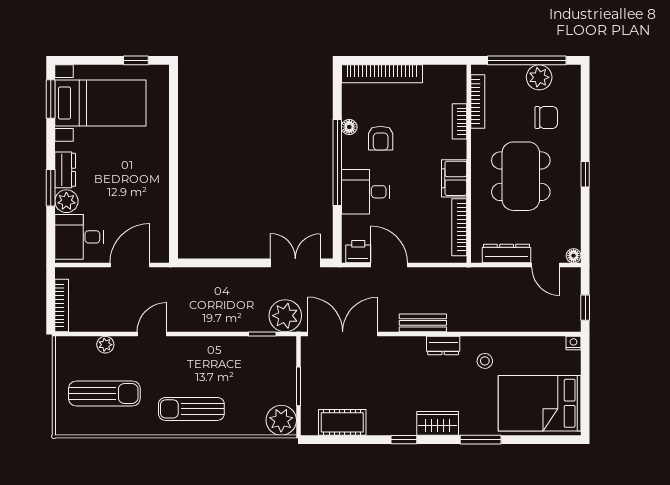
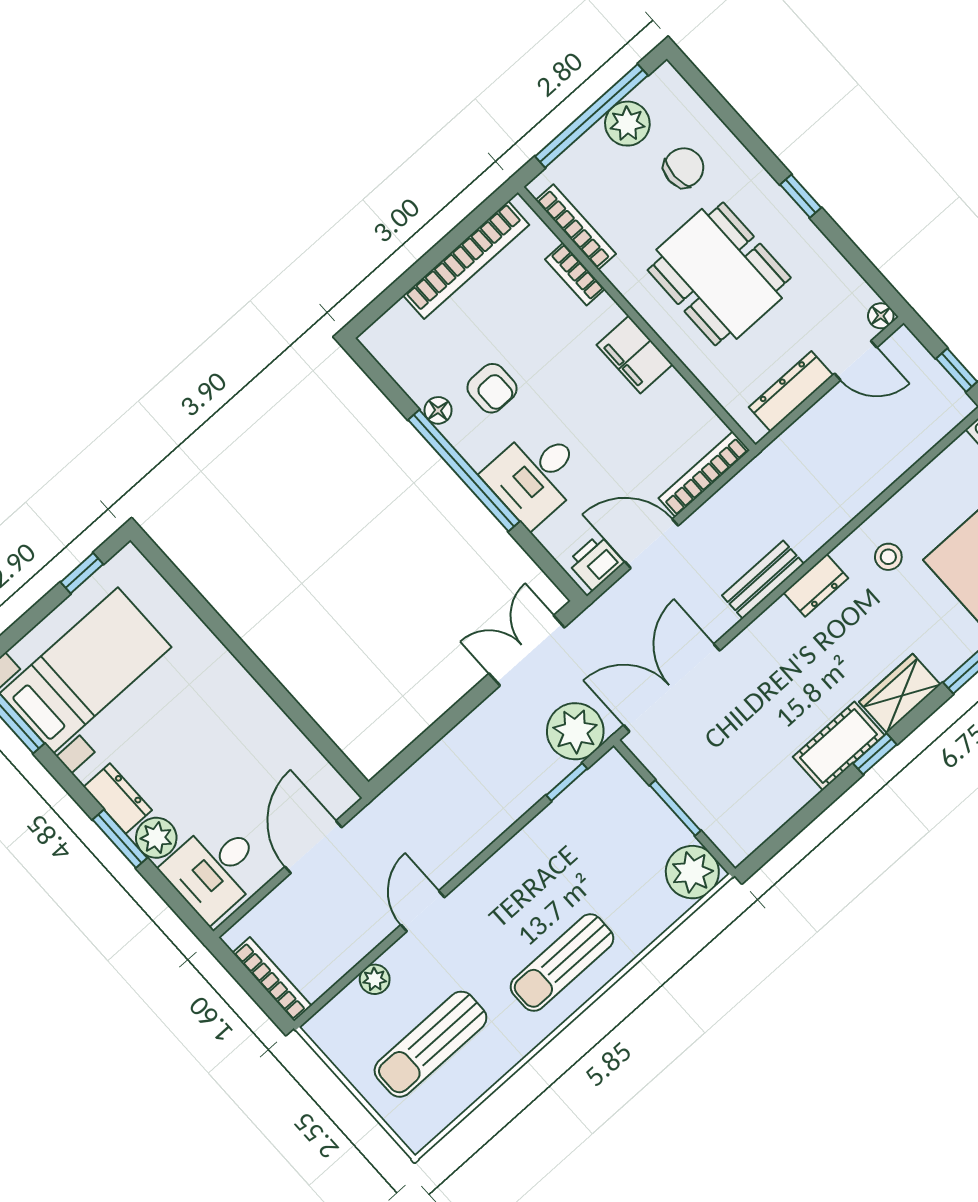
bookcase: (382, 74) -> (466, 260), moved
bookcase: (459, 227) -> (704, 474), moved, turned 90
sun lounger: (104, 394) -> (430, 1044), turned 180
cot: (342, 422) -> (839, 746), moved

